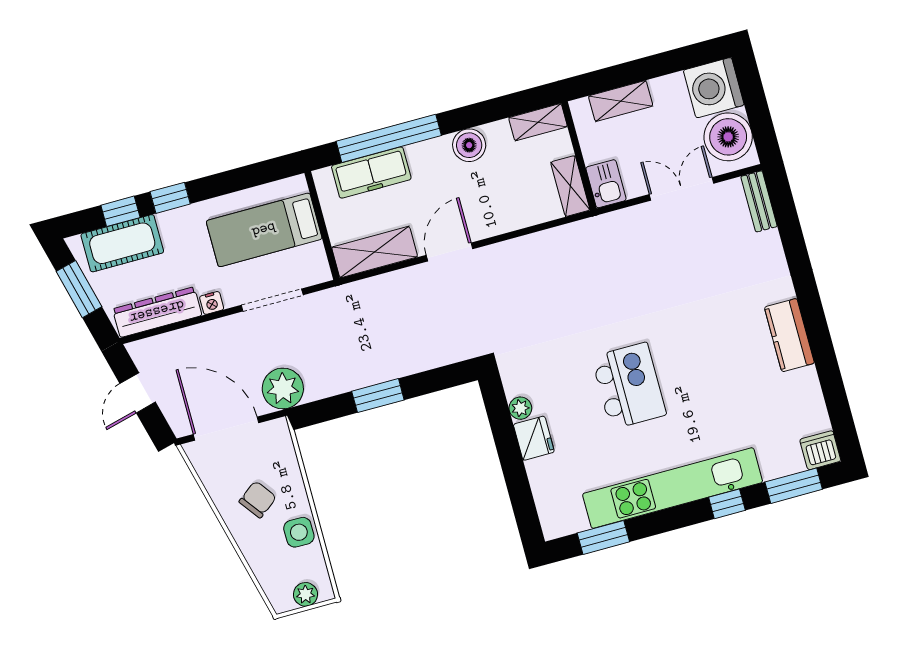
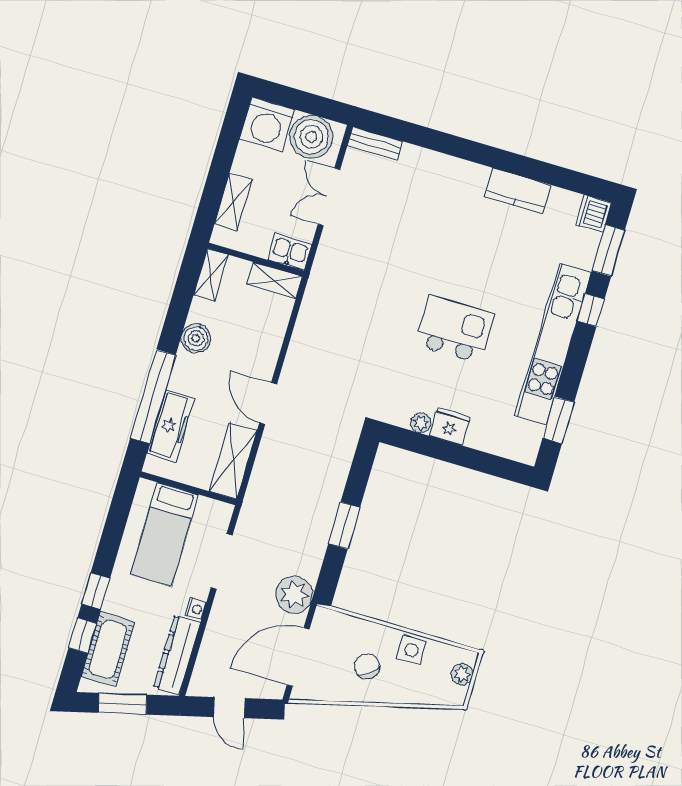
kitchen counter: (789, 335) -> (518, 191), moved

